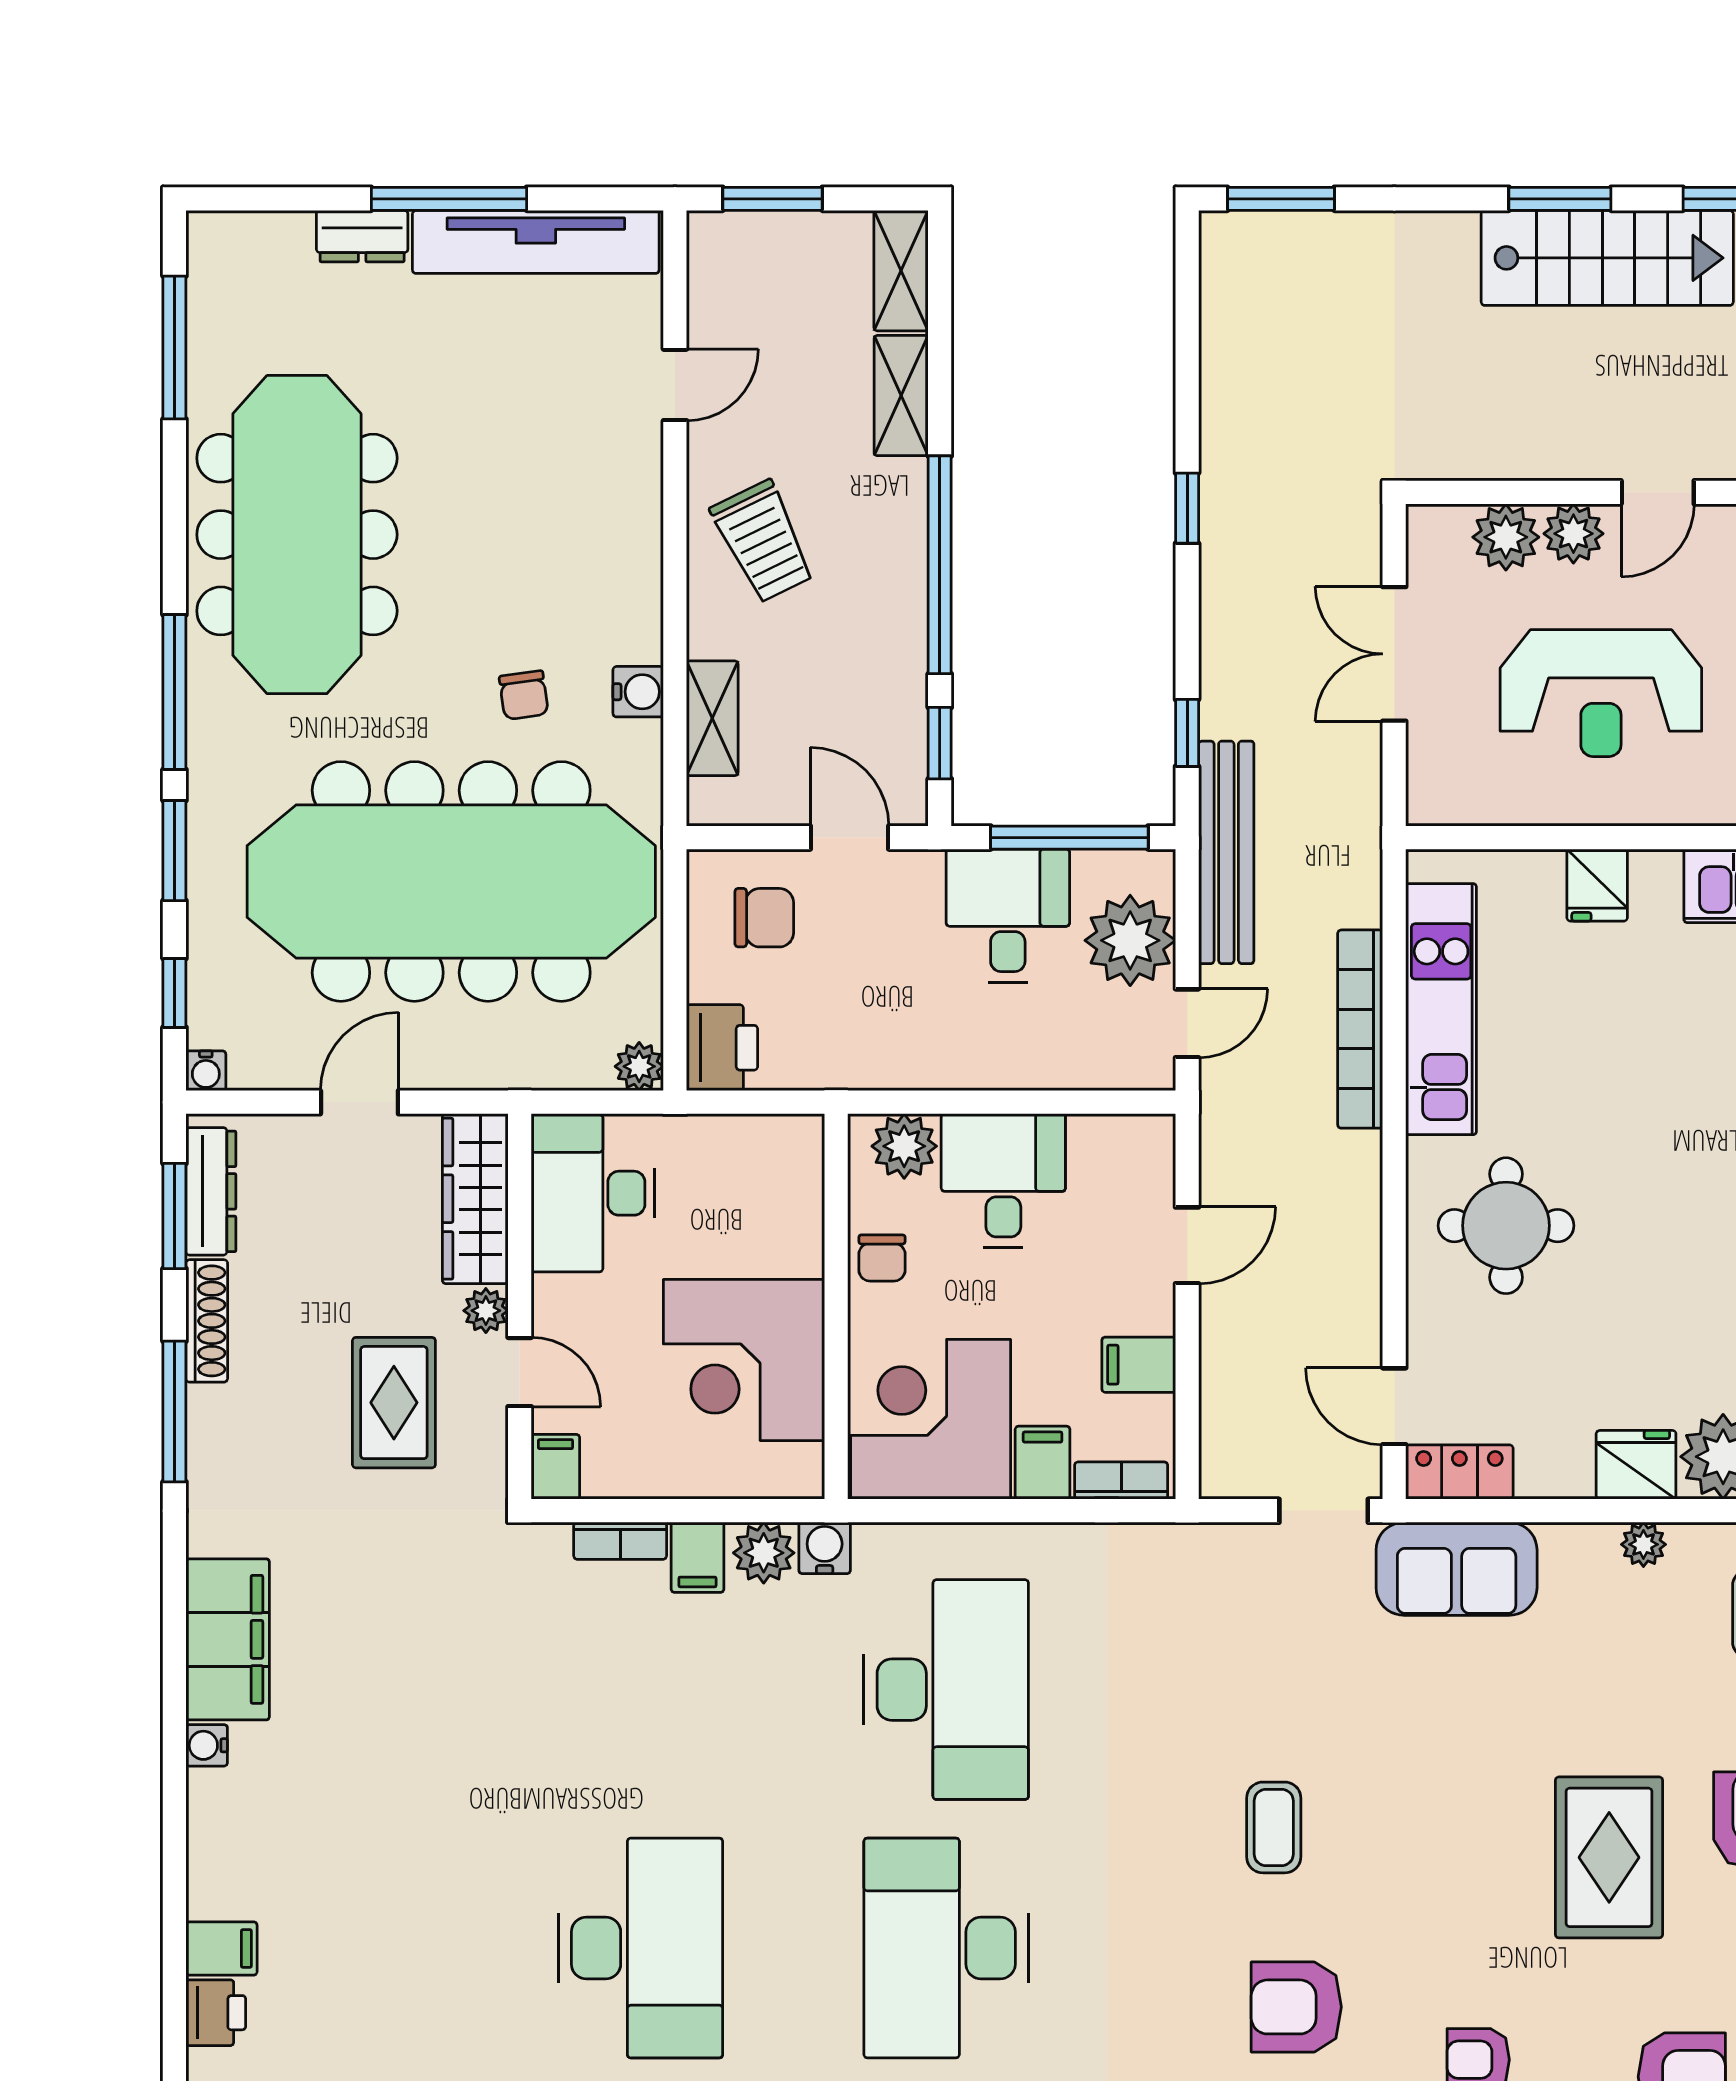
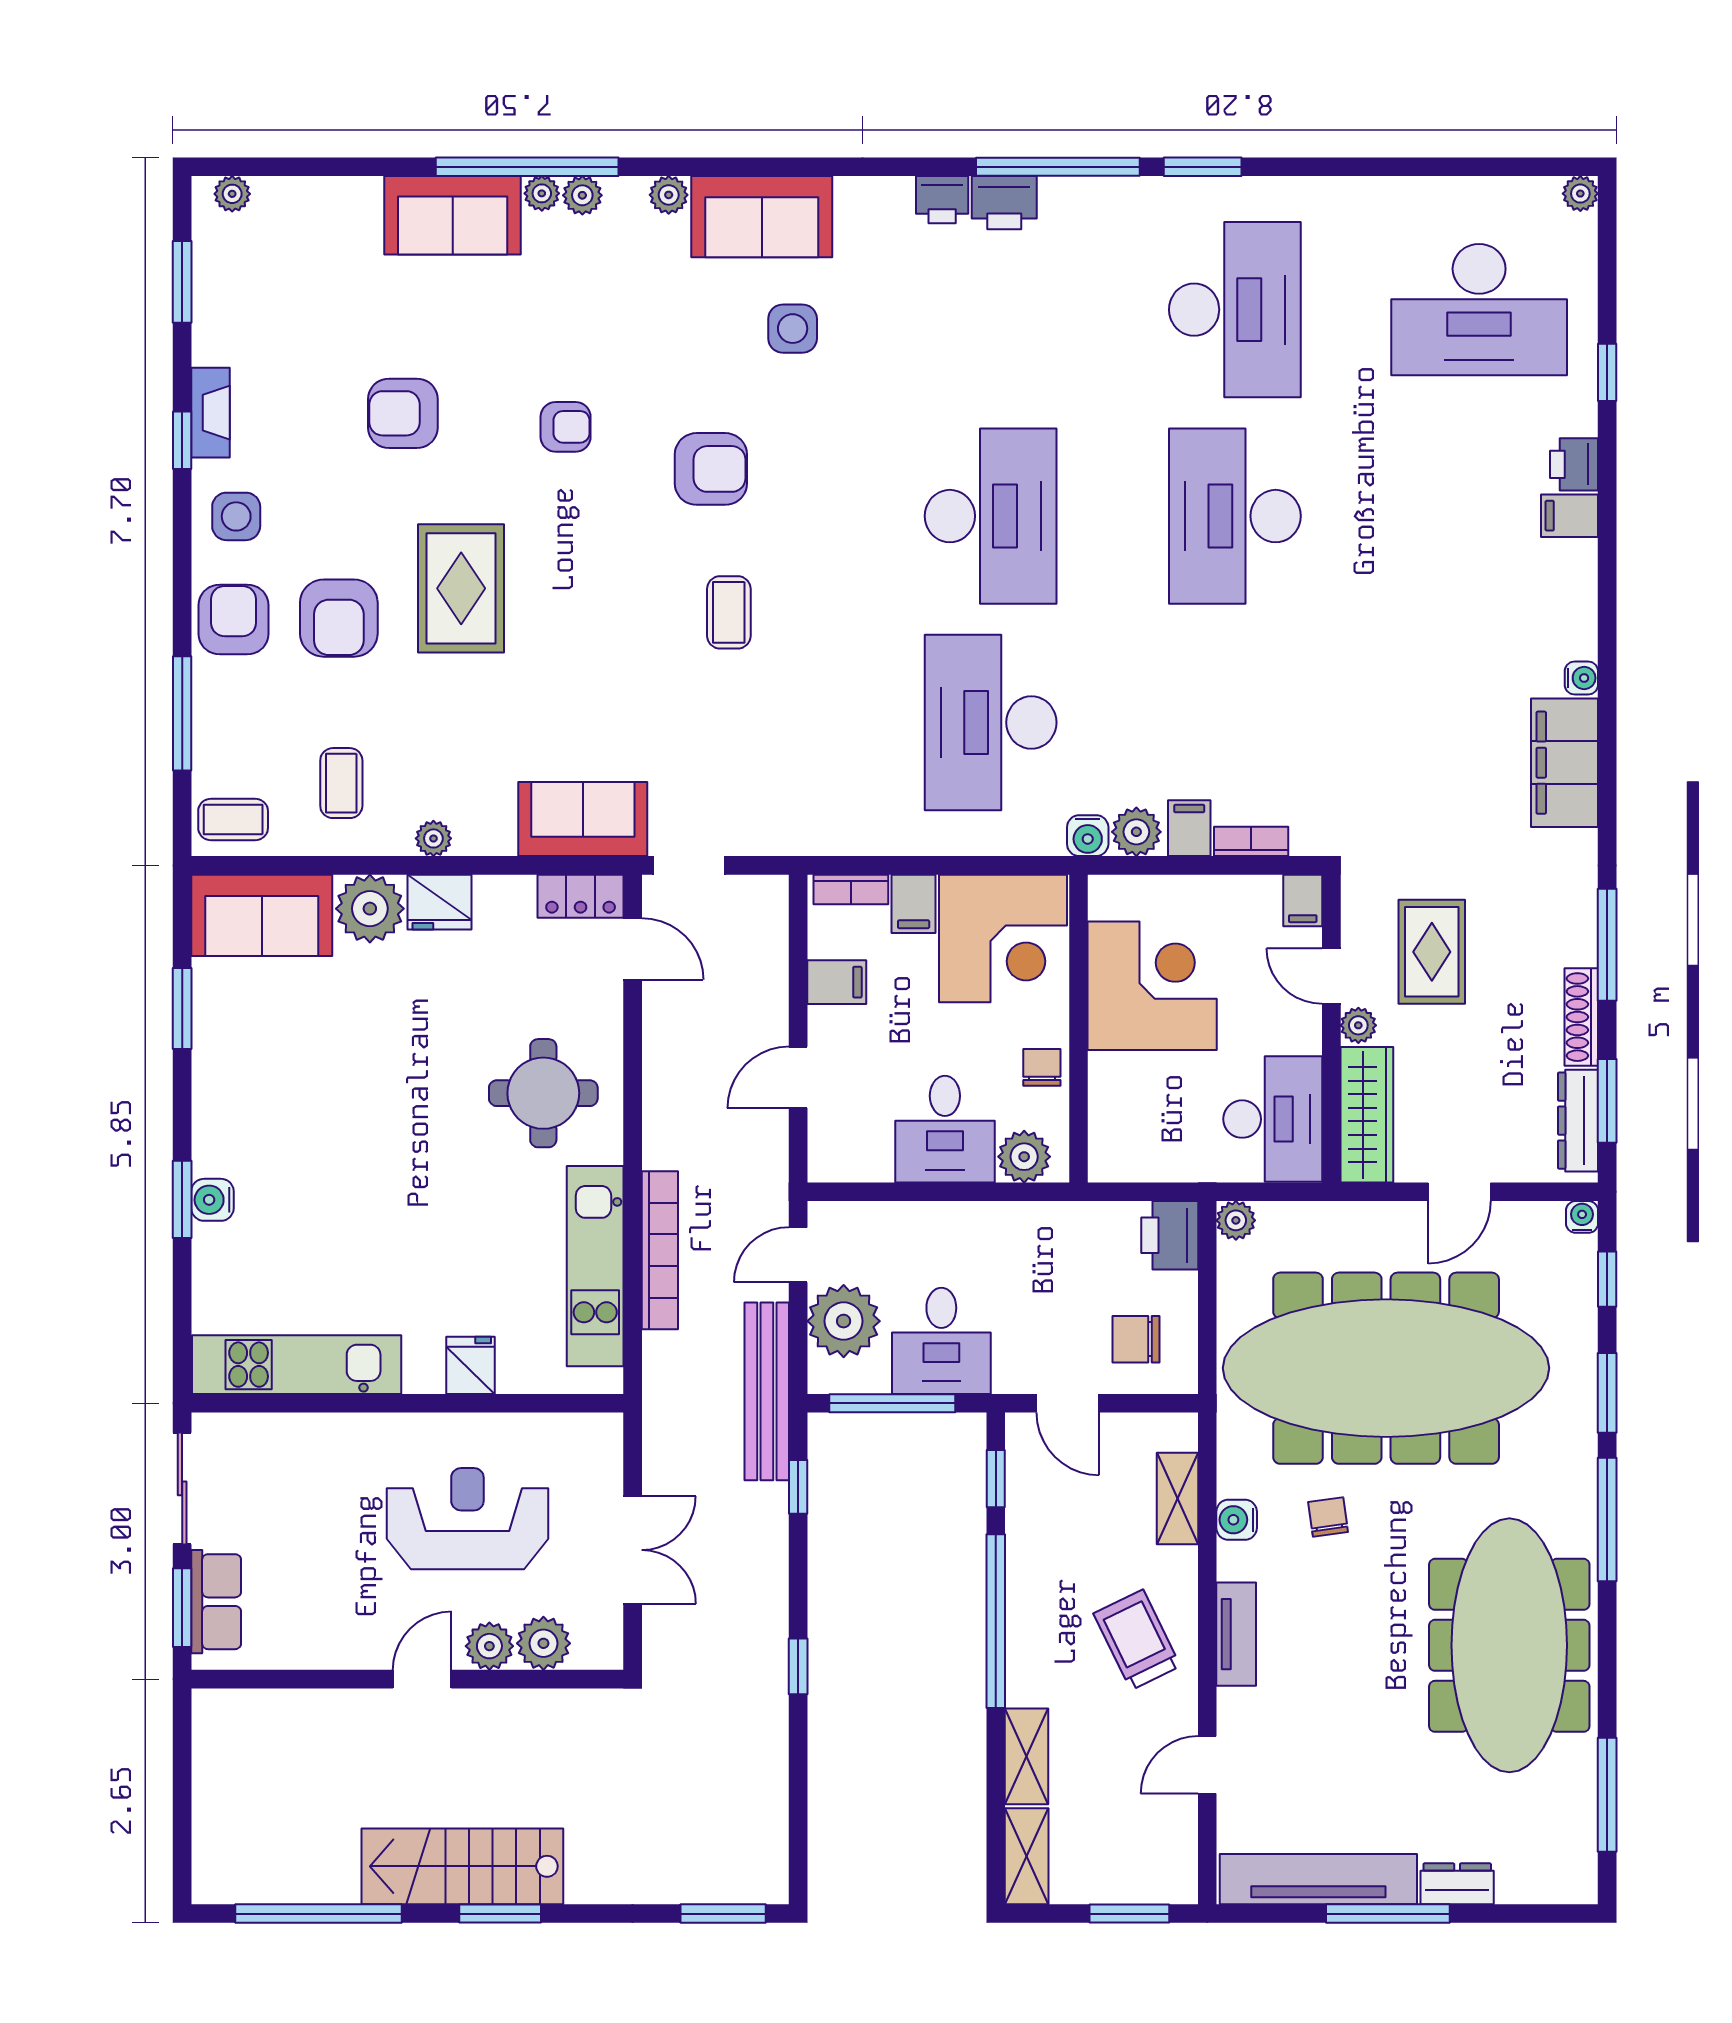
tv unit: (639, 548) -> (1236, 1634), added

